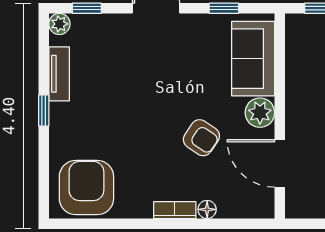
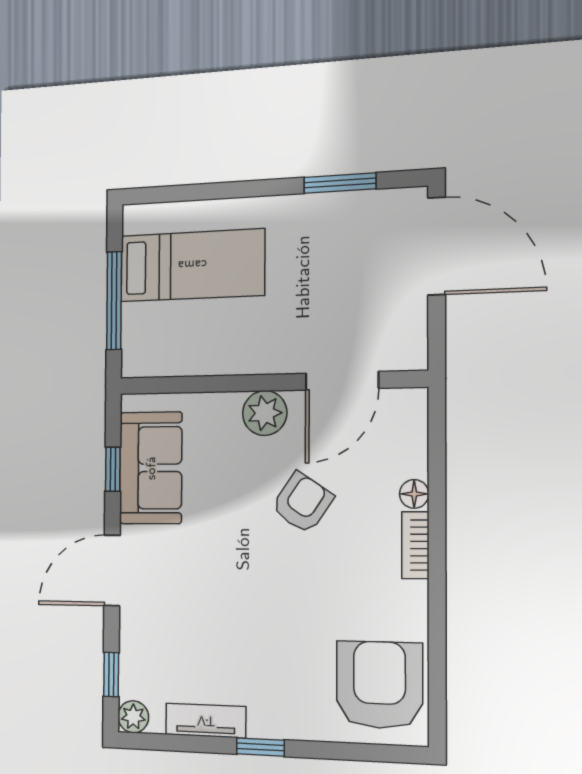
sofa: (253, 59) -> (151, 468), moved, turned -90
armchair: (86, 188) -> (379, 685), turned 90

